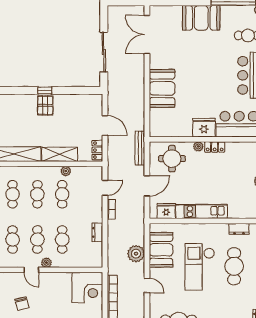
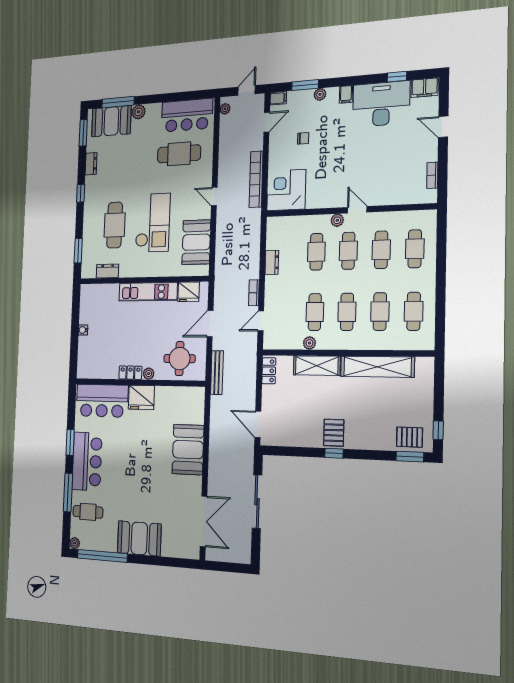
door: (105, 125) -> (258, 424), moved
plant: (136, 254) -> (226, 236), removed
chair: (22, 304) -> (371, 164), removed

